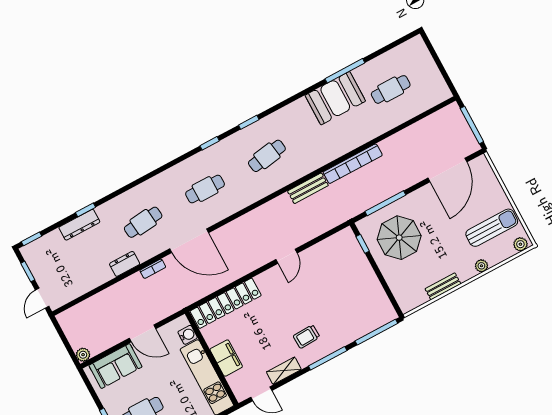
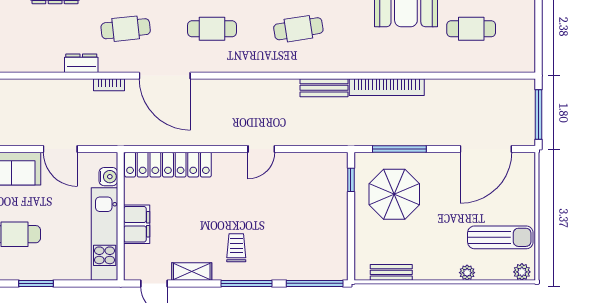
bench: (443, 286) -> (391, 272), moved
trolley: (307, 337) -> (236, 248), turned 93

